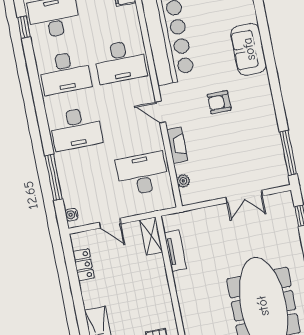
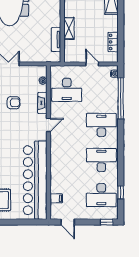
desk: (120, 62) -> (67, 160), removed
armchair: (219, 102) -> (13, 103), moved
door: (160, 112) -> (48, 125), hinge flipped
window: (54, 177) -> (121, 98), width x1.46
shelving: (151, 236) -> (69, 28), moved

